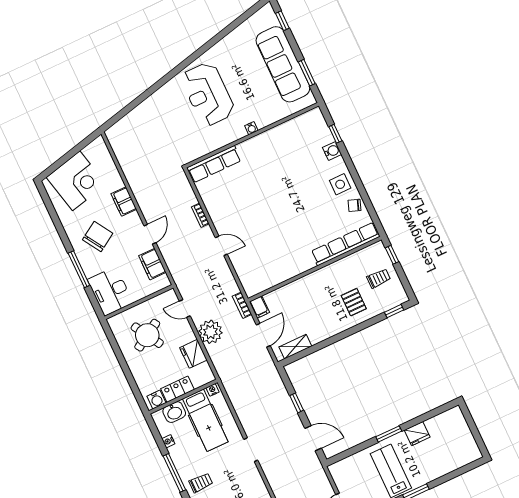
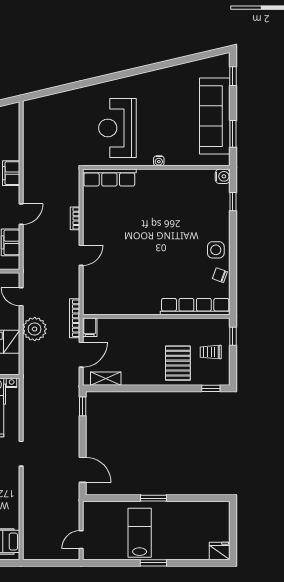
reception desk: (208, 94) -> (117, 128), moved
water cooler: (332, 151) -> (223, 176), moved
door: (221, 246) -> (81, 255), hinge flipped
trolley: (379, 278) -> (211, 352), turned 180
pallet: (354, 302) -> (178, 363), width x1.50, depth x1.42
bookcase: (242, 305) -> (75, 318), width x1.56
window: (297, 403) -> (83, 406), moved
fridge: (417, 434) -> (220, 551), moved, turned 180

